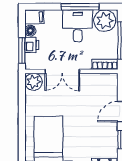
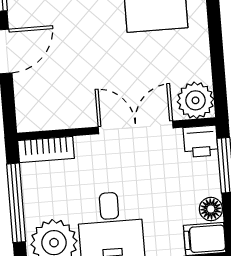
printer: (32, 45) -> (201, 141), moved, turned -90

